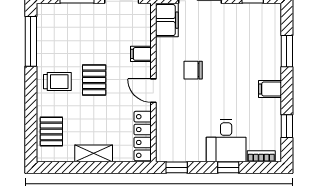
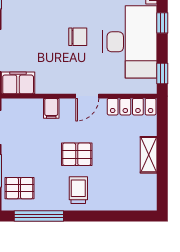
chair: (193, 70) -> (78, 37), moved, turned -90
pallet: (51, 131) -> (19, 188), moved
desk: (226, 141) -> (130, 42), width x1.87, depth x1.30

